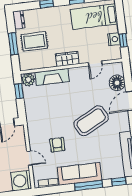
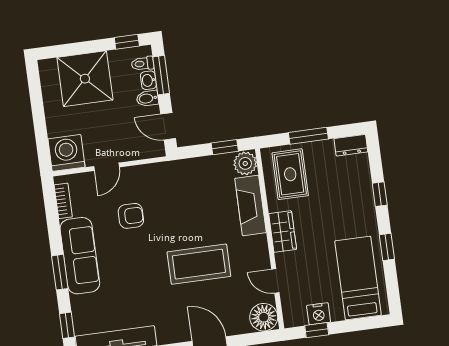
rug: (34, 41) -> (290, 174), moved
floor lamp: (117, 83) -> (264, 317), moved
coffee table: (91, 121) -> (199, 264), moved, turned -63
window: (89, 185) -> (60, 272), width x0.69

